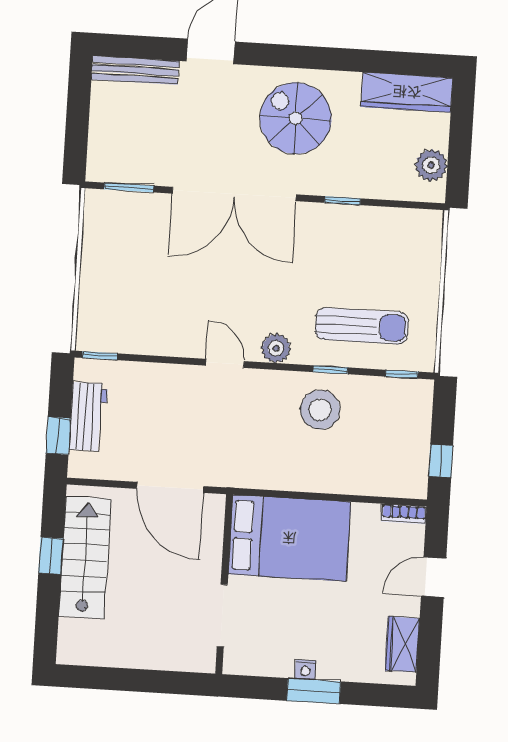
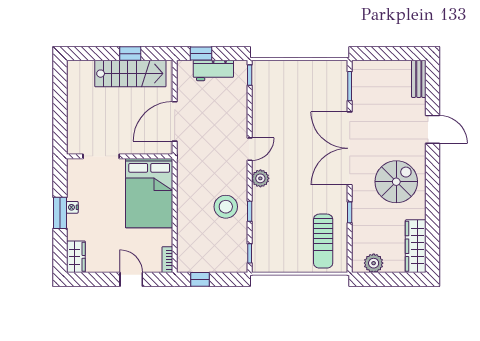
bench: (135, 70) -> (419, 79), width x0.73
sun lounger: (362, 326) -> (323, 241), moved
wardrobe: (402, 644) -> (76, 257), moved, turned 90

